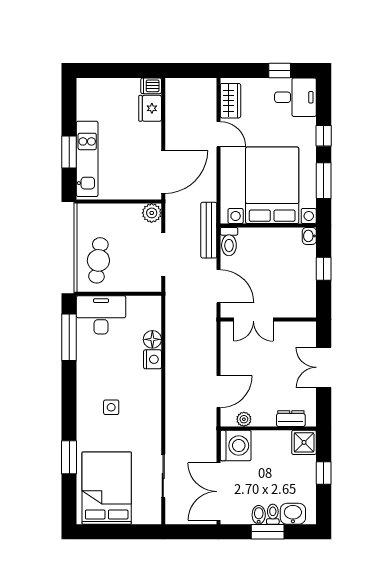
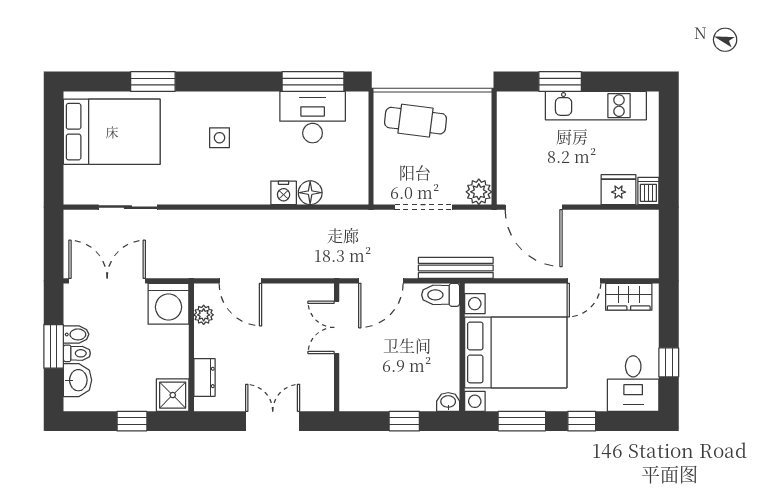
kitchen unit: (87, 159) -> (596, 106), moved
desk: (101, 315) -> (313, 117), moved, turned -90

